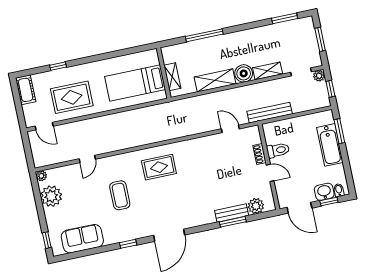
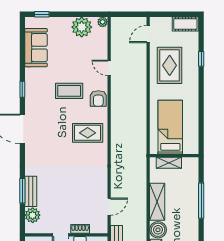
armchair: (121, 164) -> (98, 98), added
rug: (159, 167) -> (88, 133), turned 90

